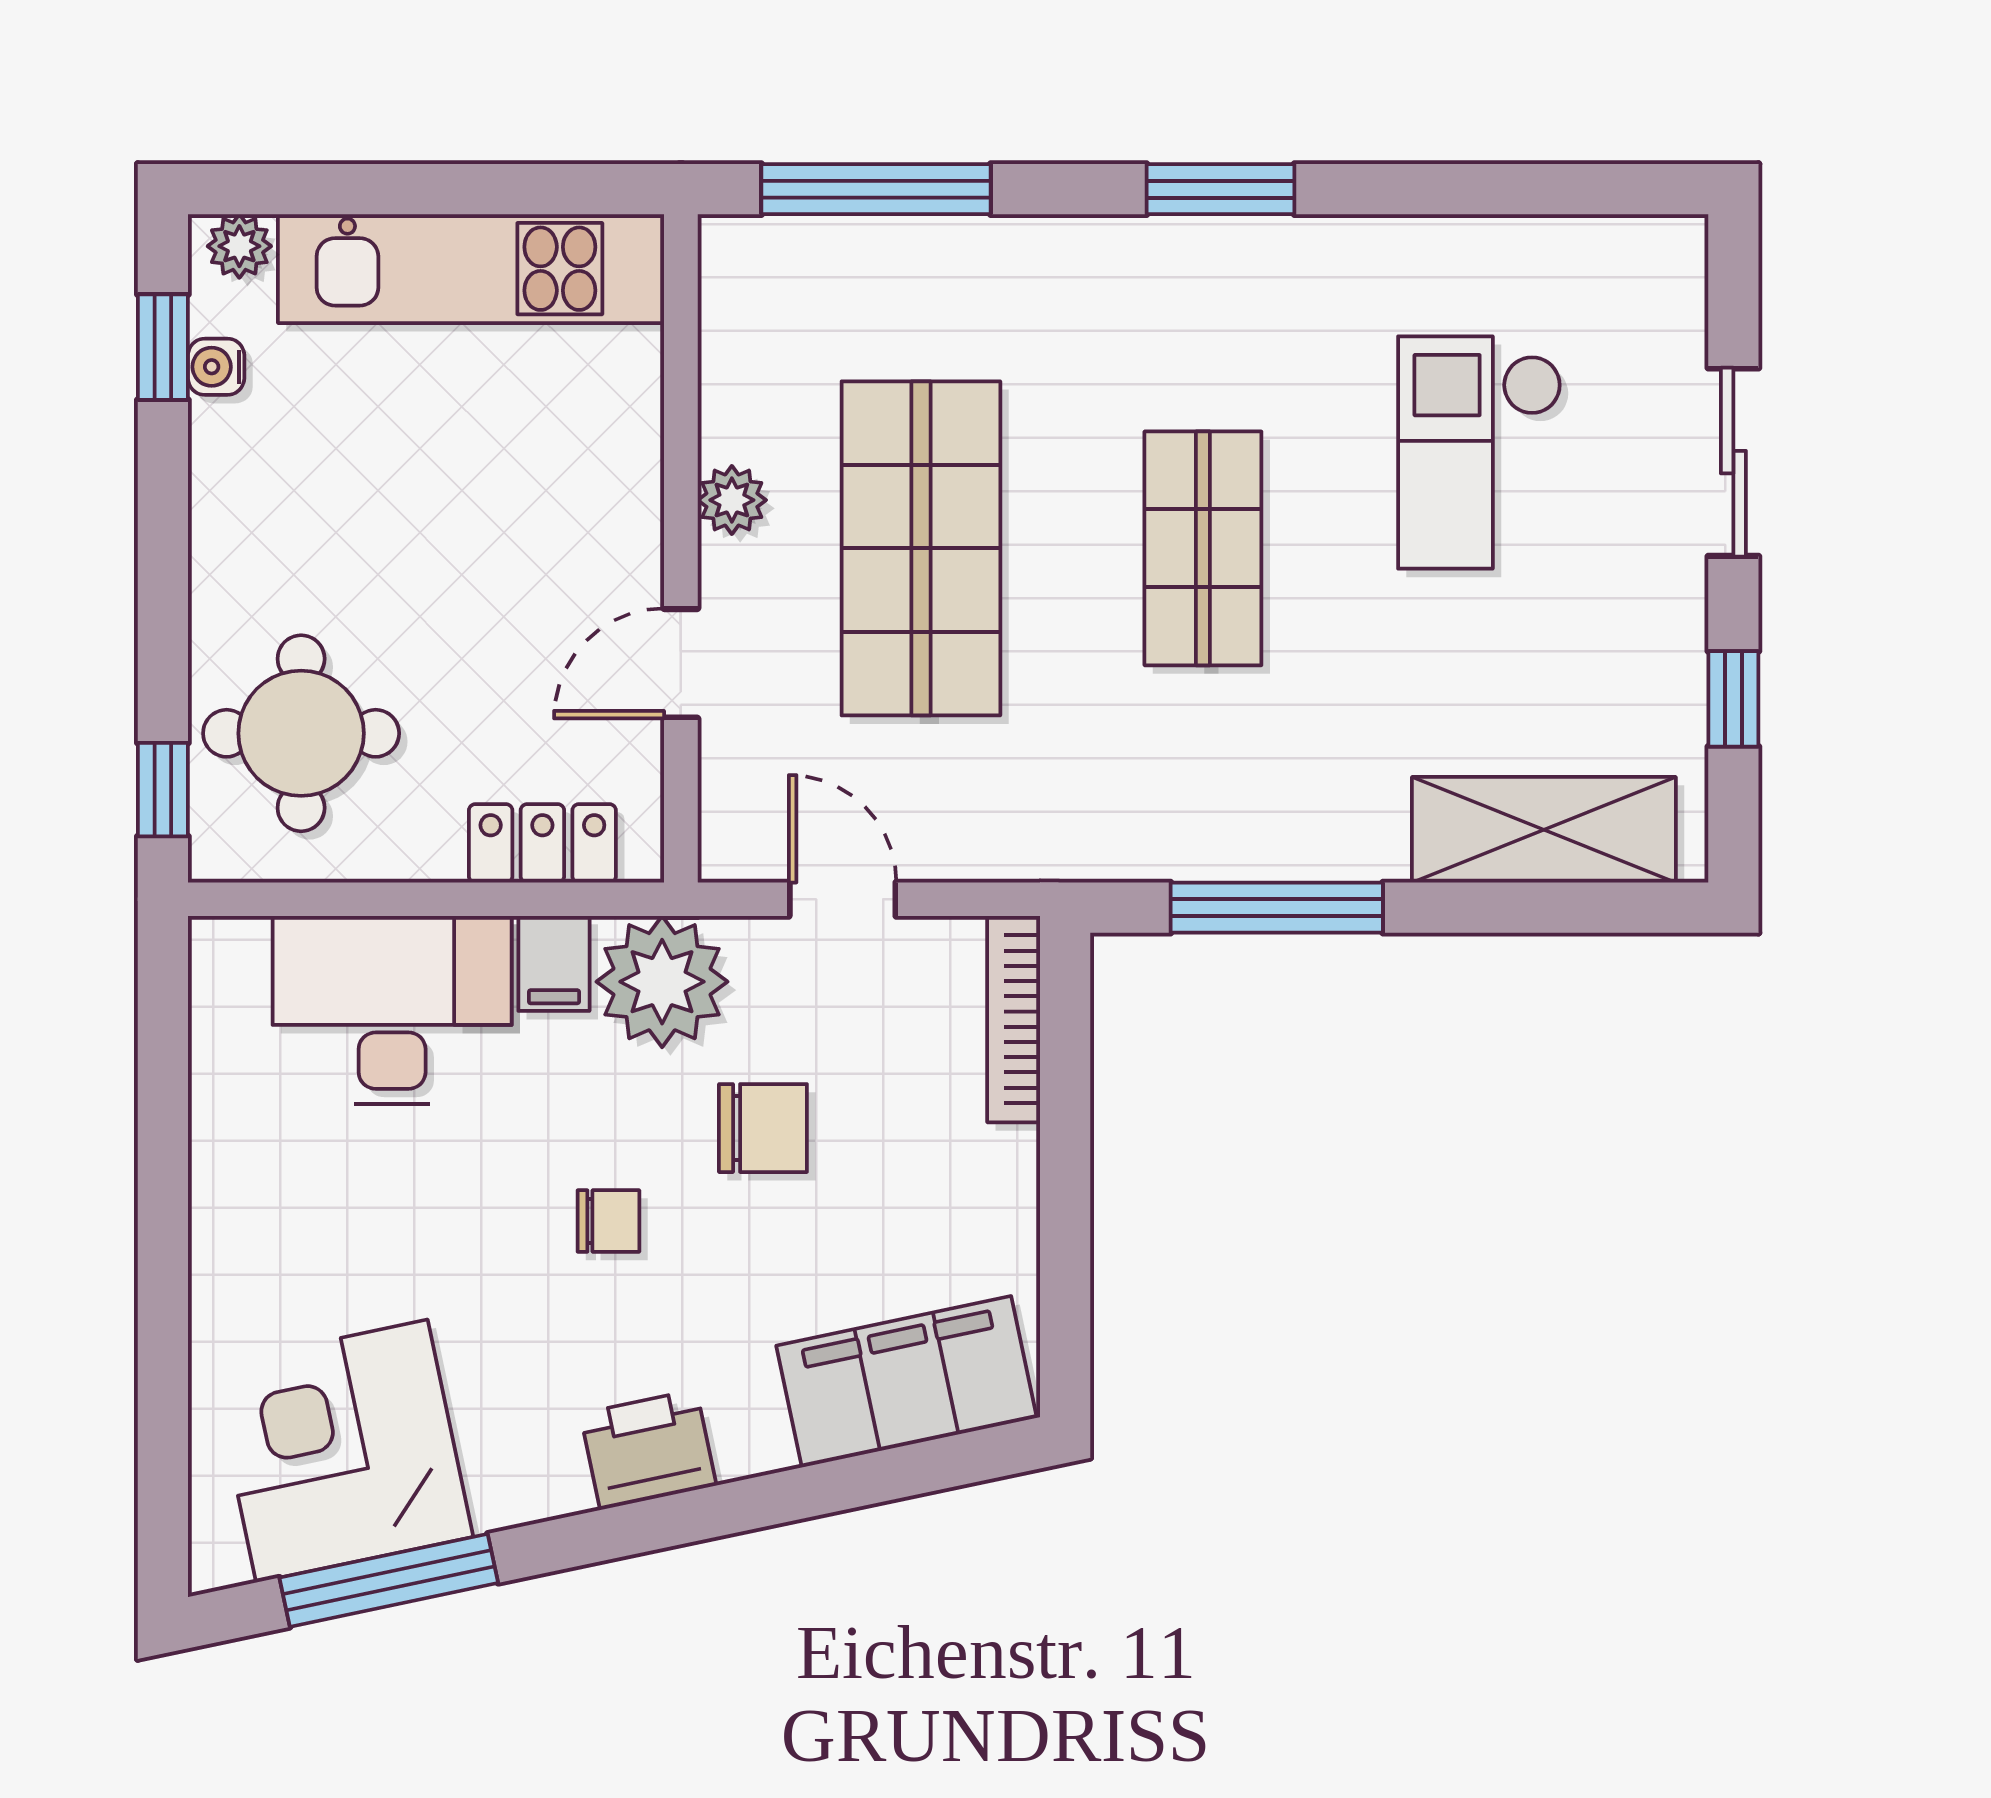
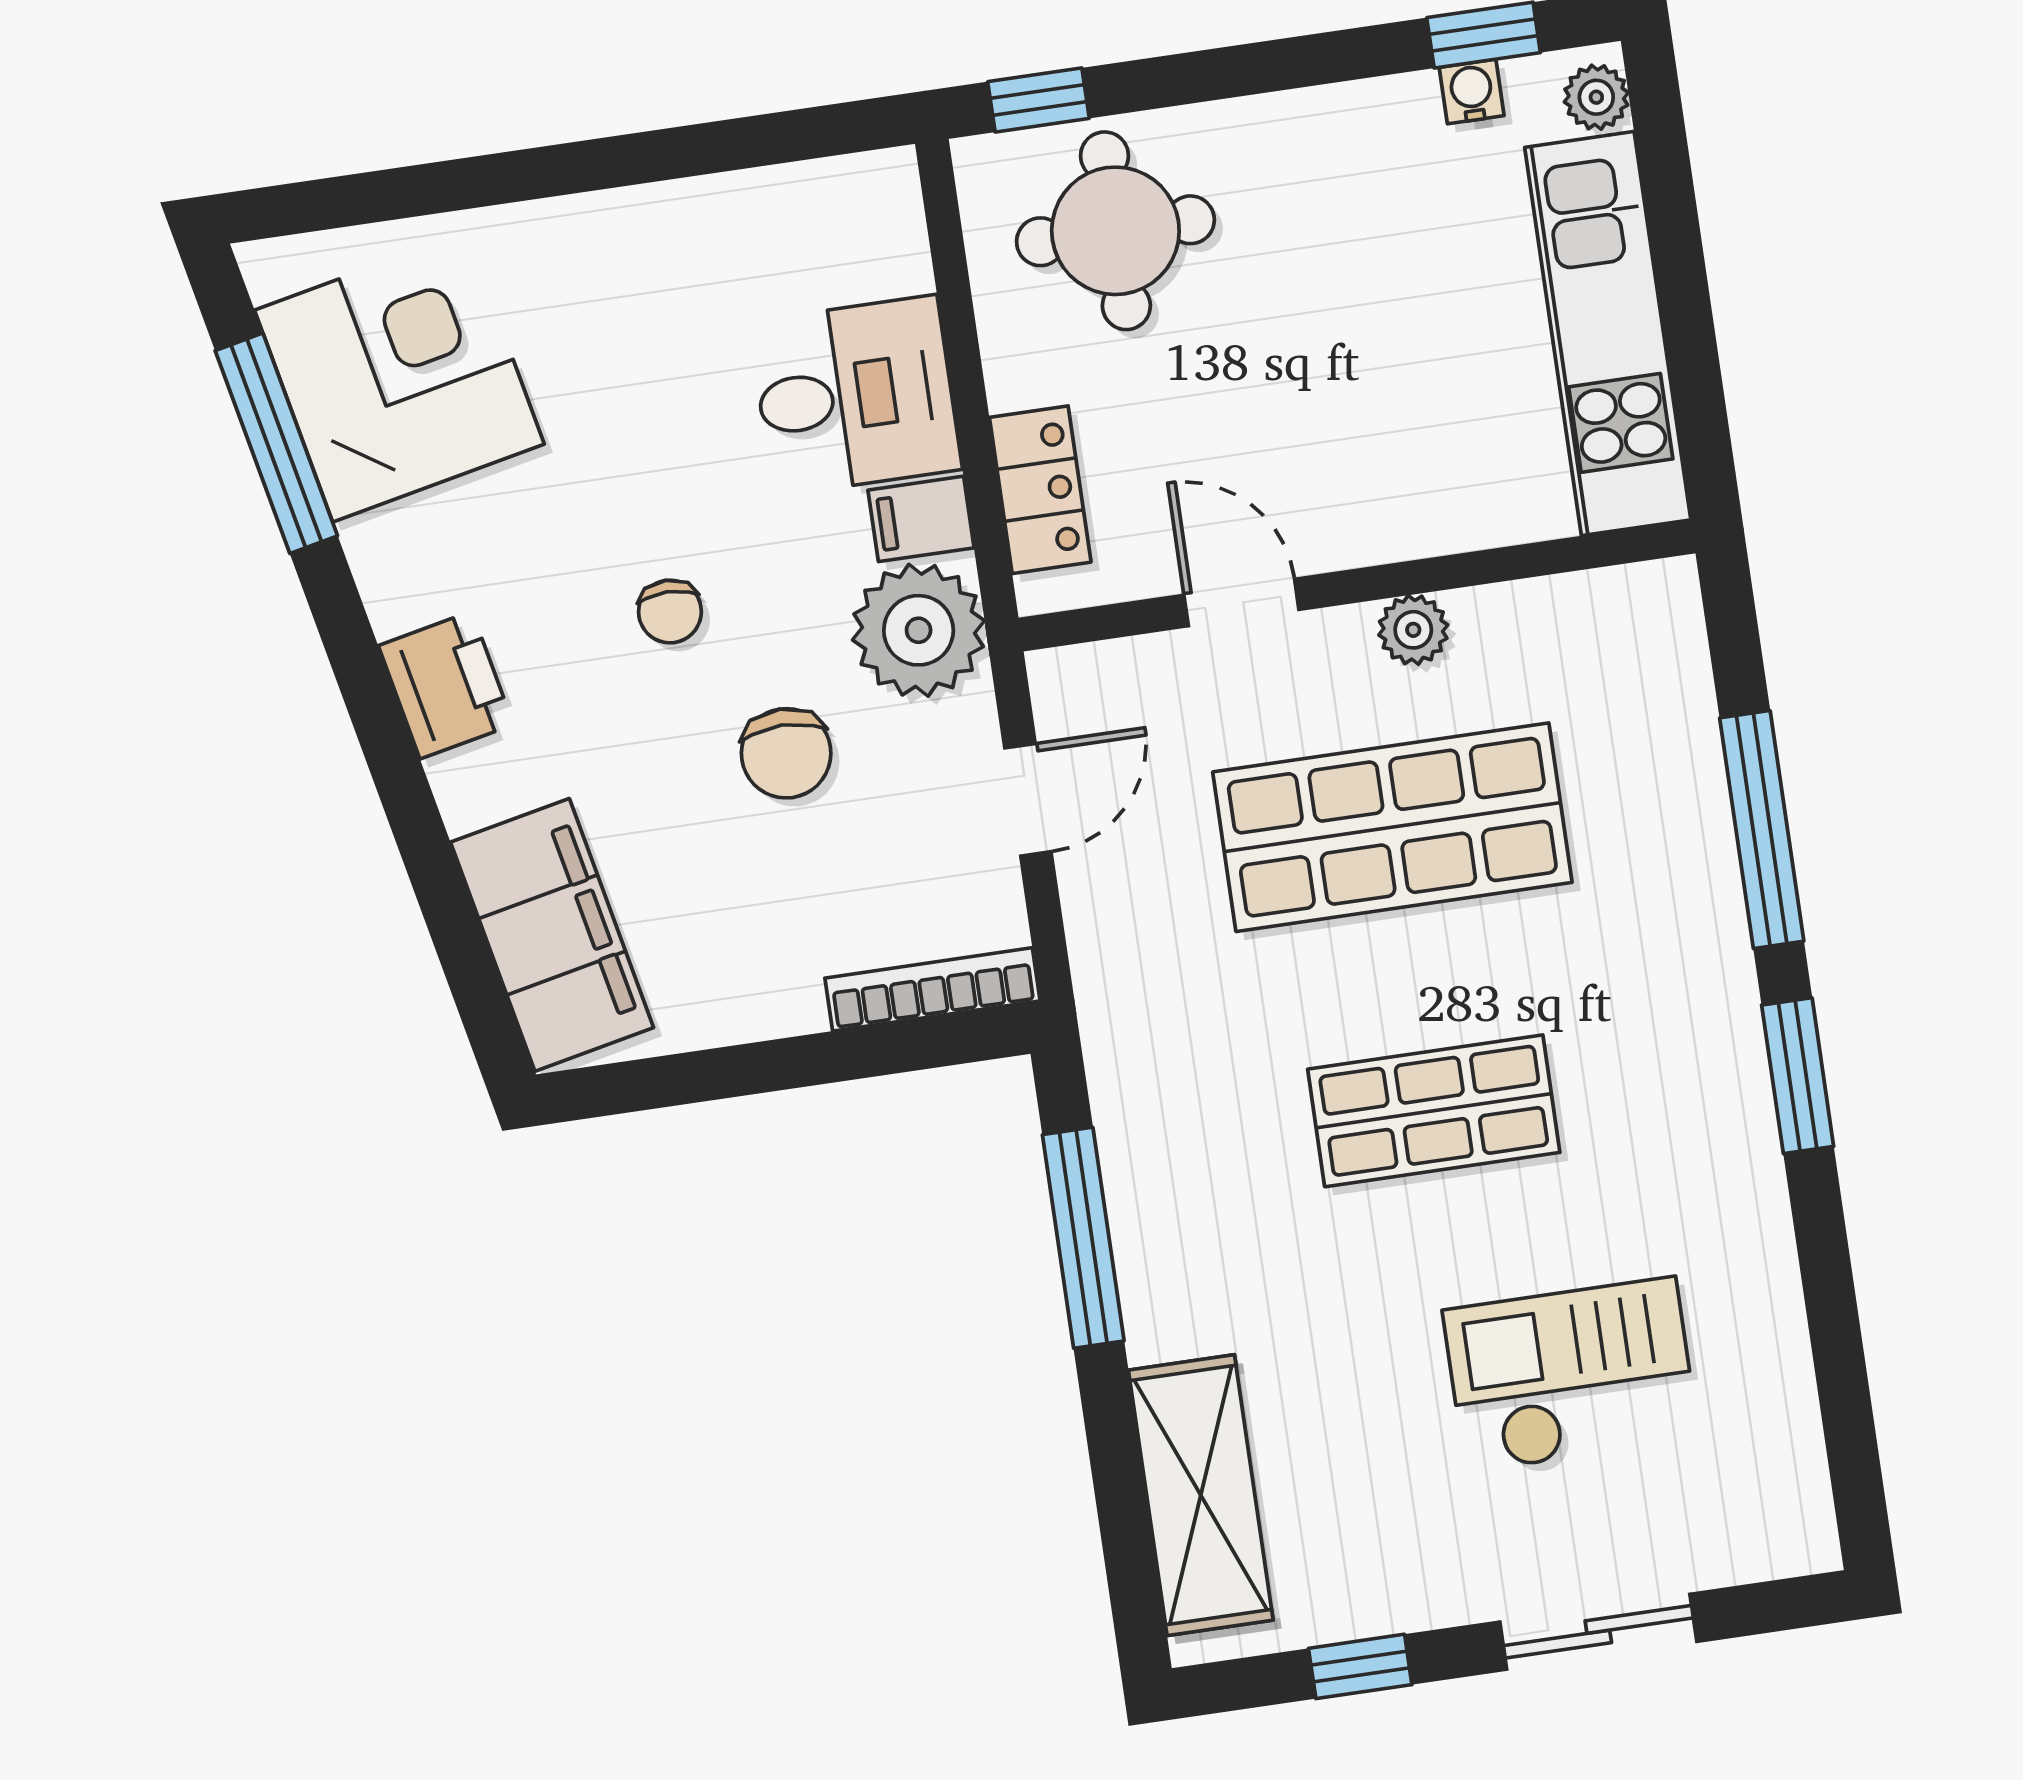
window: (876, 189) -> (1762, 830), moved
desk: (392, 1010) -> (855, 396), width x0.73

